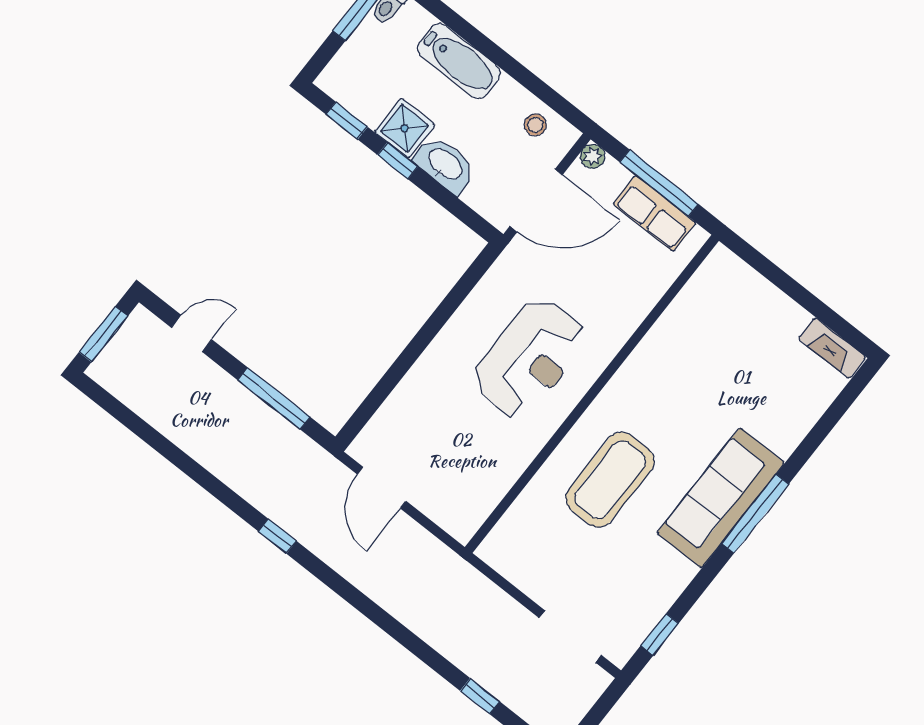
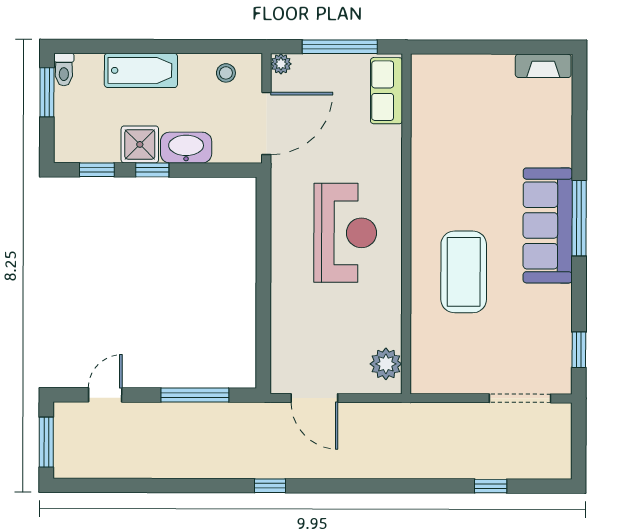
row of seats: (654, 213) -> (386, 91), moved, turned 90
plant: (472, 508) -> (386, 364), added

